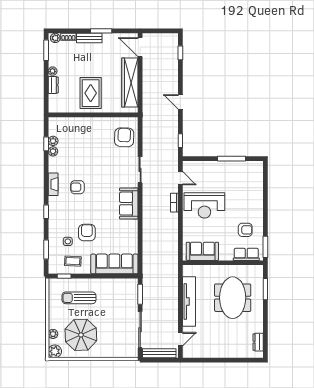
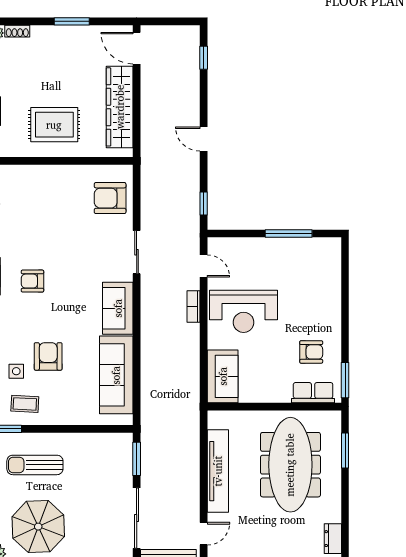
bench: (89, 38) -> (52, 33), removed
rug: (91, 93) -> (54, 125), turned 90
armchair: (124, 137) -> (110, 198), turned -92
sofa: (202, 251) -> (223, 376), moved, turned 90
sofa: (114, 264) -> (116, 375), moved, turned -90
meeting table: (233, 298) -> (290, 465), width x1.36

